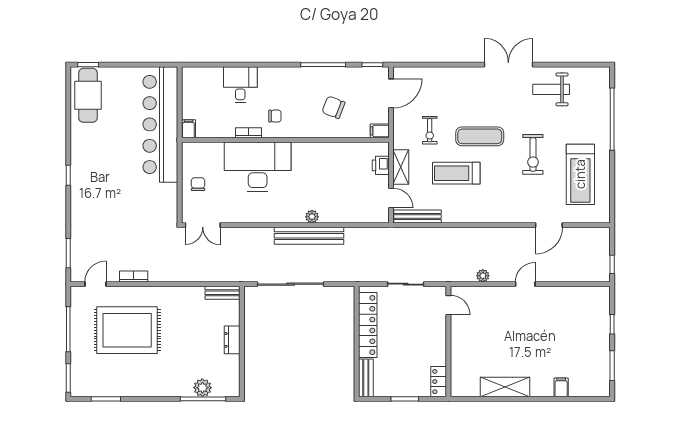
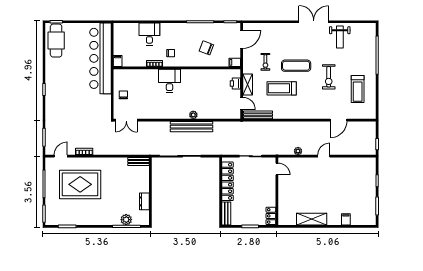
weight bench: (551, 89) -> (340, 37), turned -90
desk: (258, 167) -> (169, 81), width x0.53, depth x0.77
treadmill: (580, 174) -> (358, 89), width x0.73, depth x0.73
dresser: (232, 340) -> (144, 201), moved

